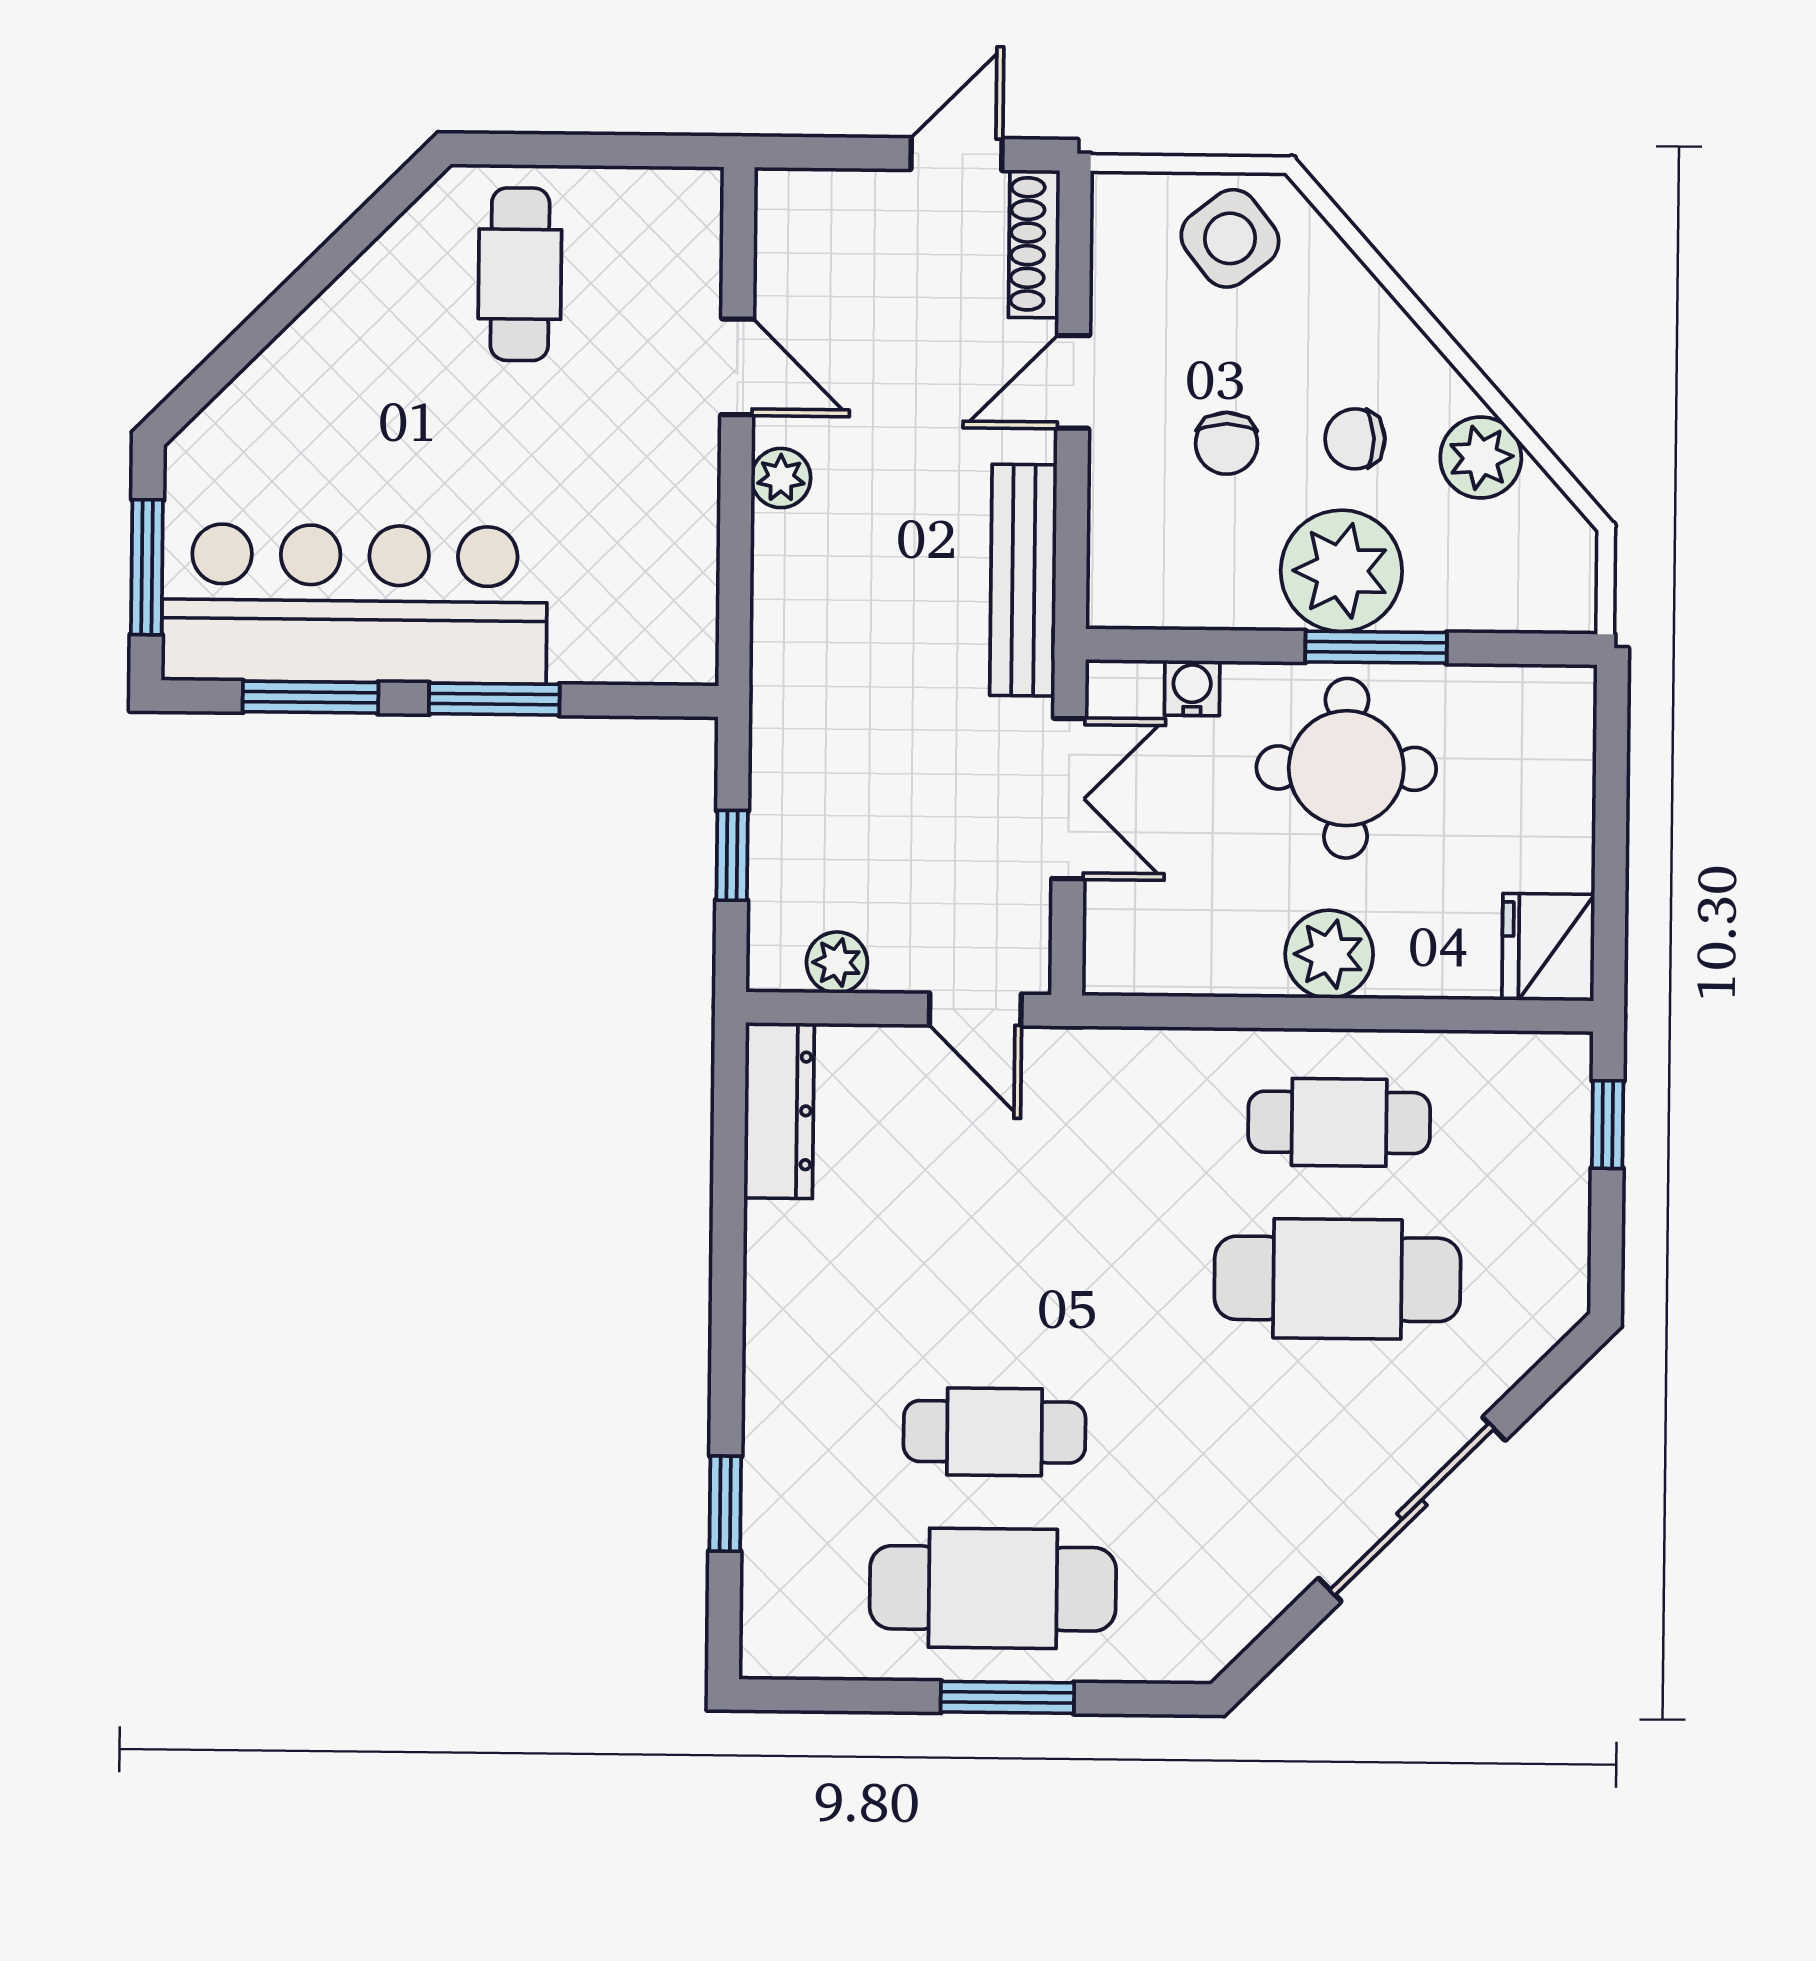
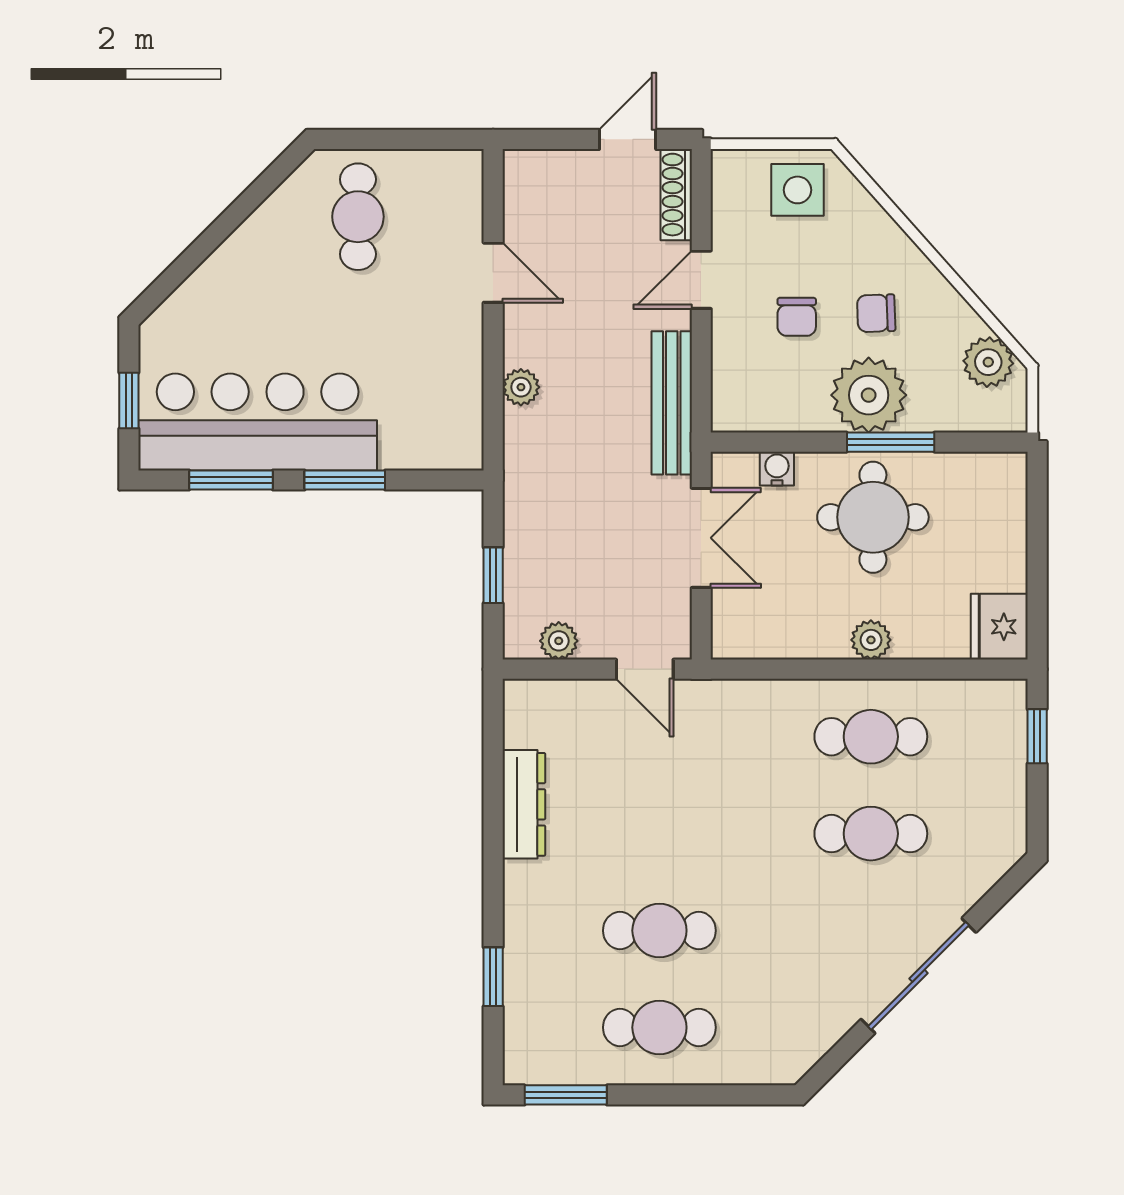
side table: (1230, 238) -> (797, 190), turned 38
plant: (1481, 458) -> (988, 362), moved
plant: (781, 478) -> (521, 387), moved
window: (147, 567) -> (129, 401), width x0.67
plant: (1329, 954) -> (871, 640), width x0.73, depth x0.73
dresser: (779, 1111) -> (524, 804), moved
cafe table: (1337, 1279) -> (871, 834), width x0.73, depth x0.74
cafe table: (993, 1588) -> (659, 1027), width x0.73, depth x0.74
window: (1007, 1697) -> (566, 1095), moved

